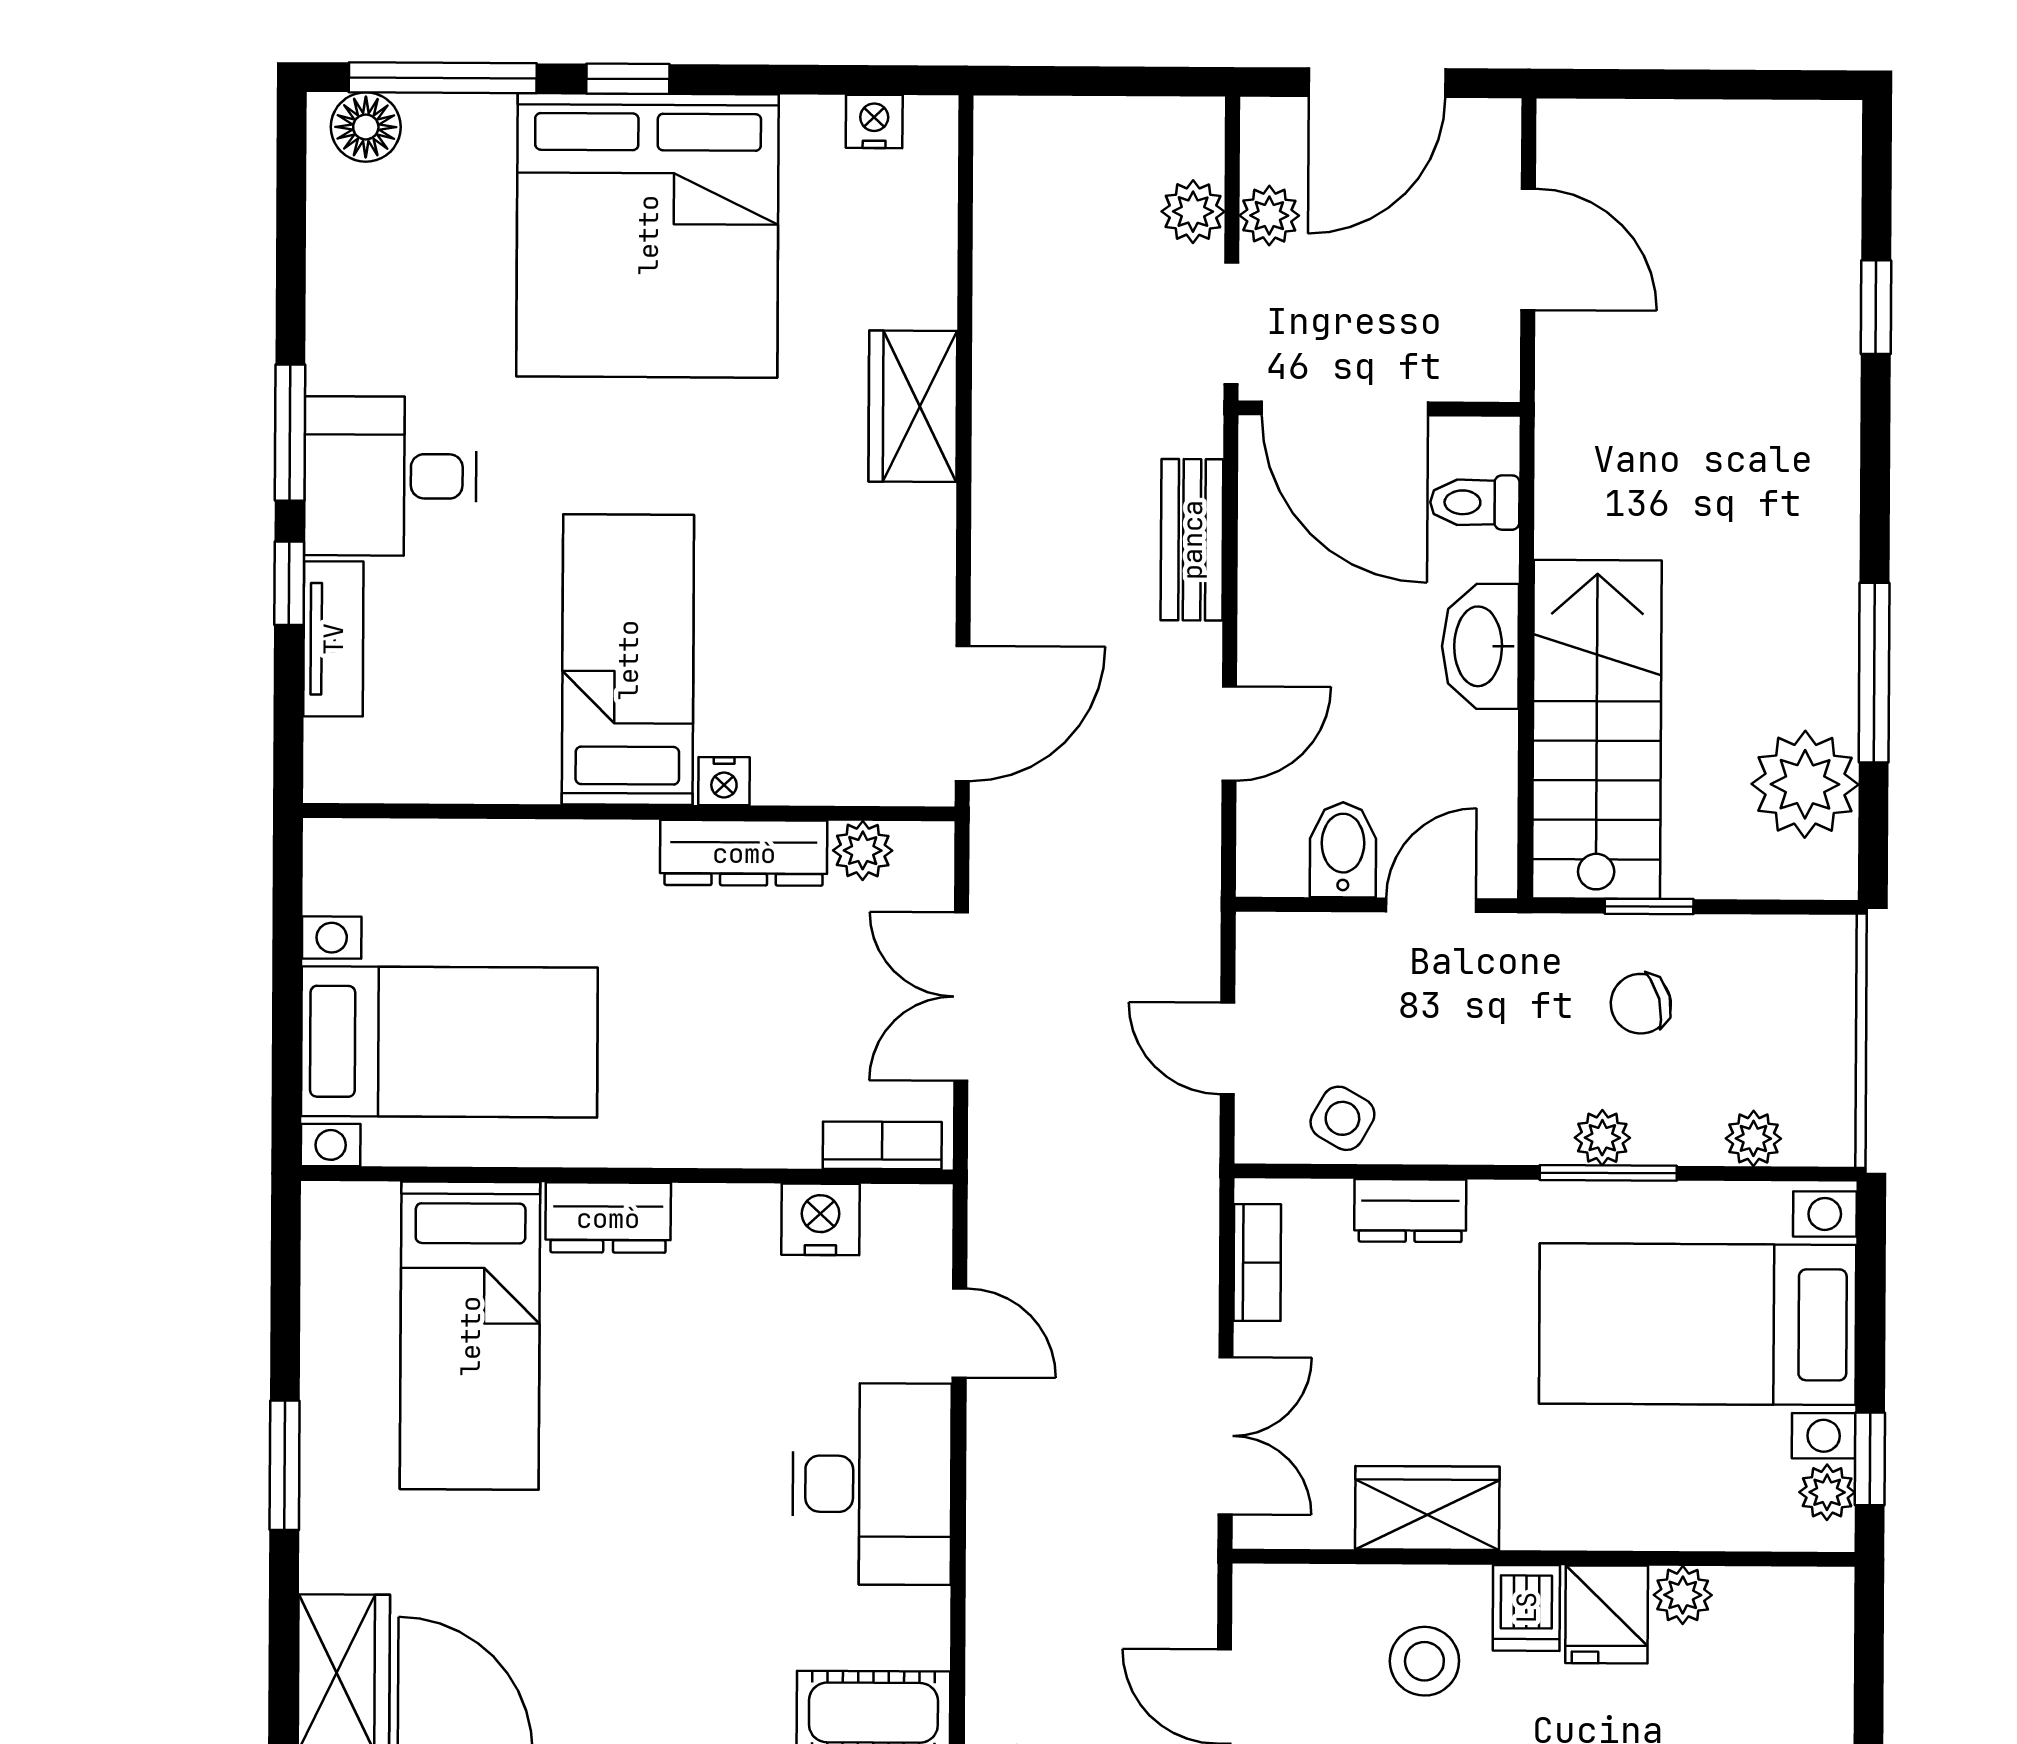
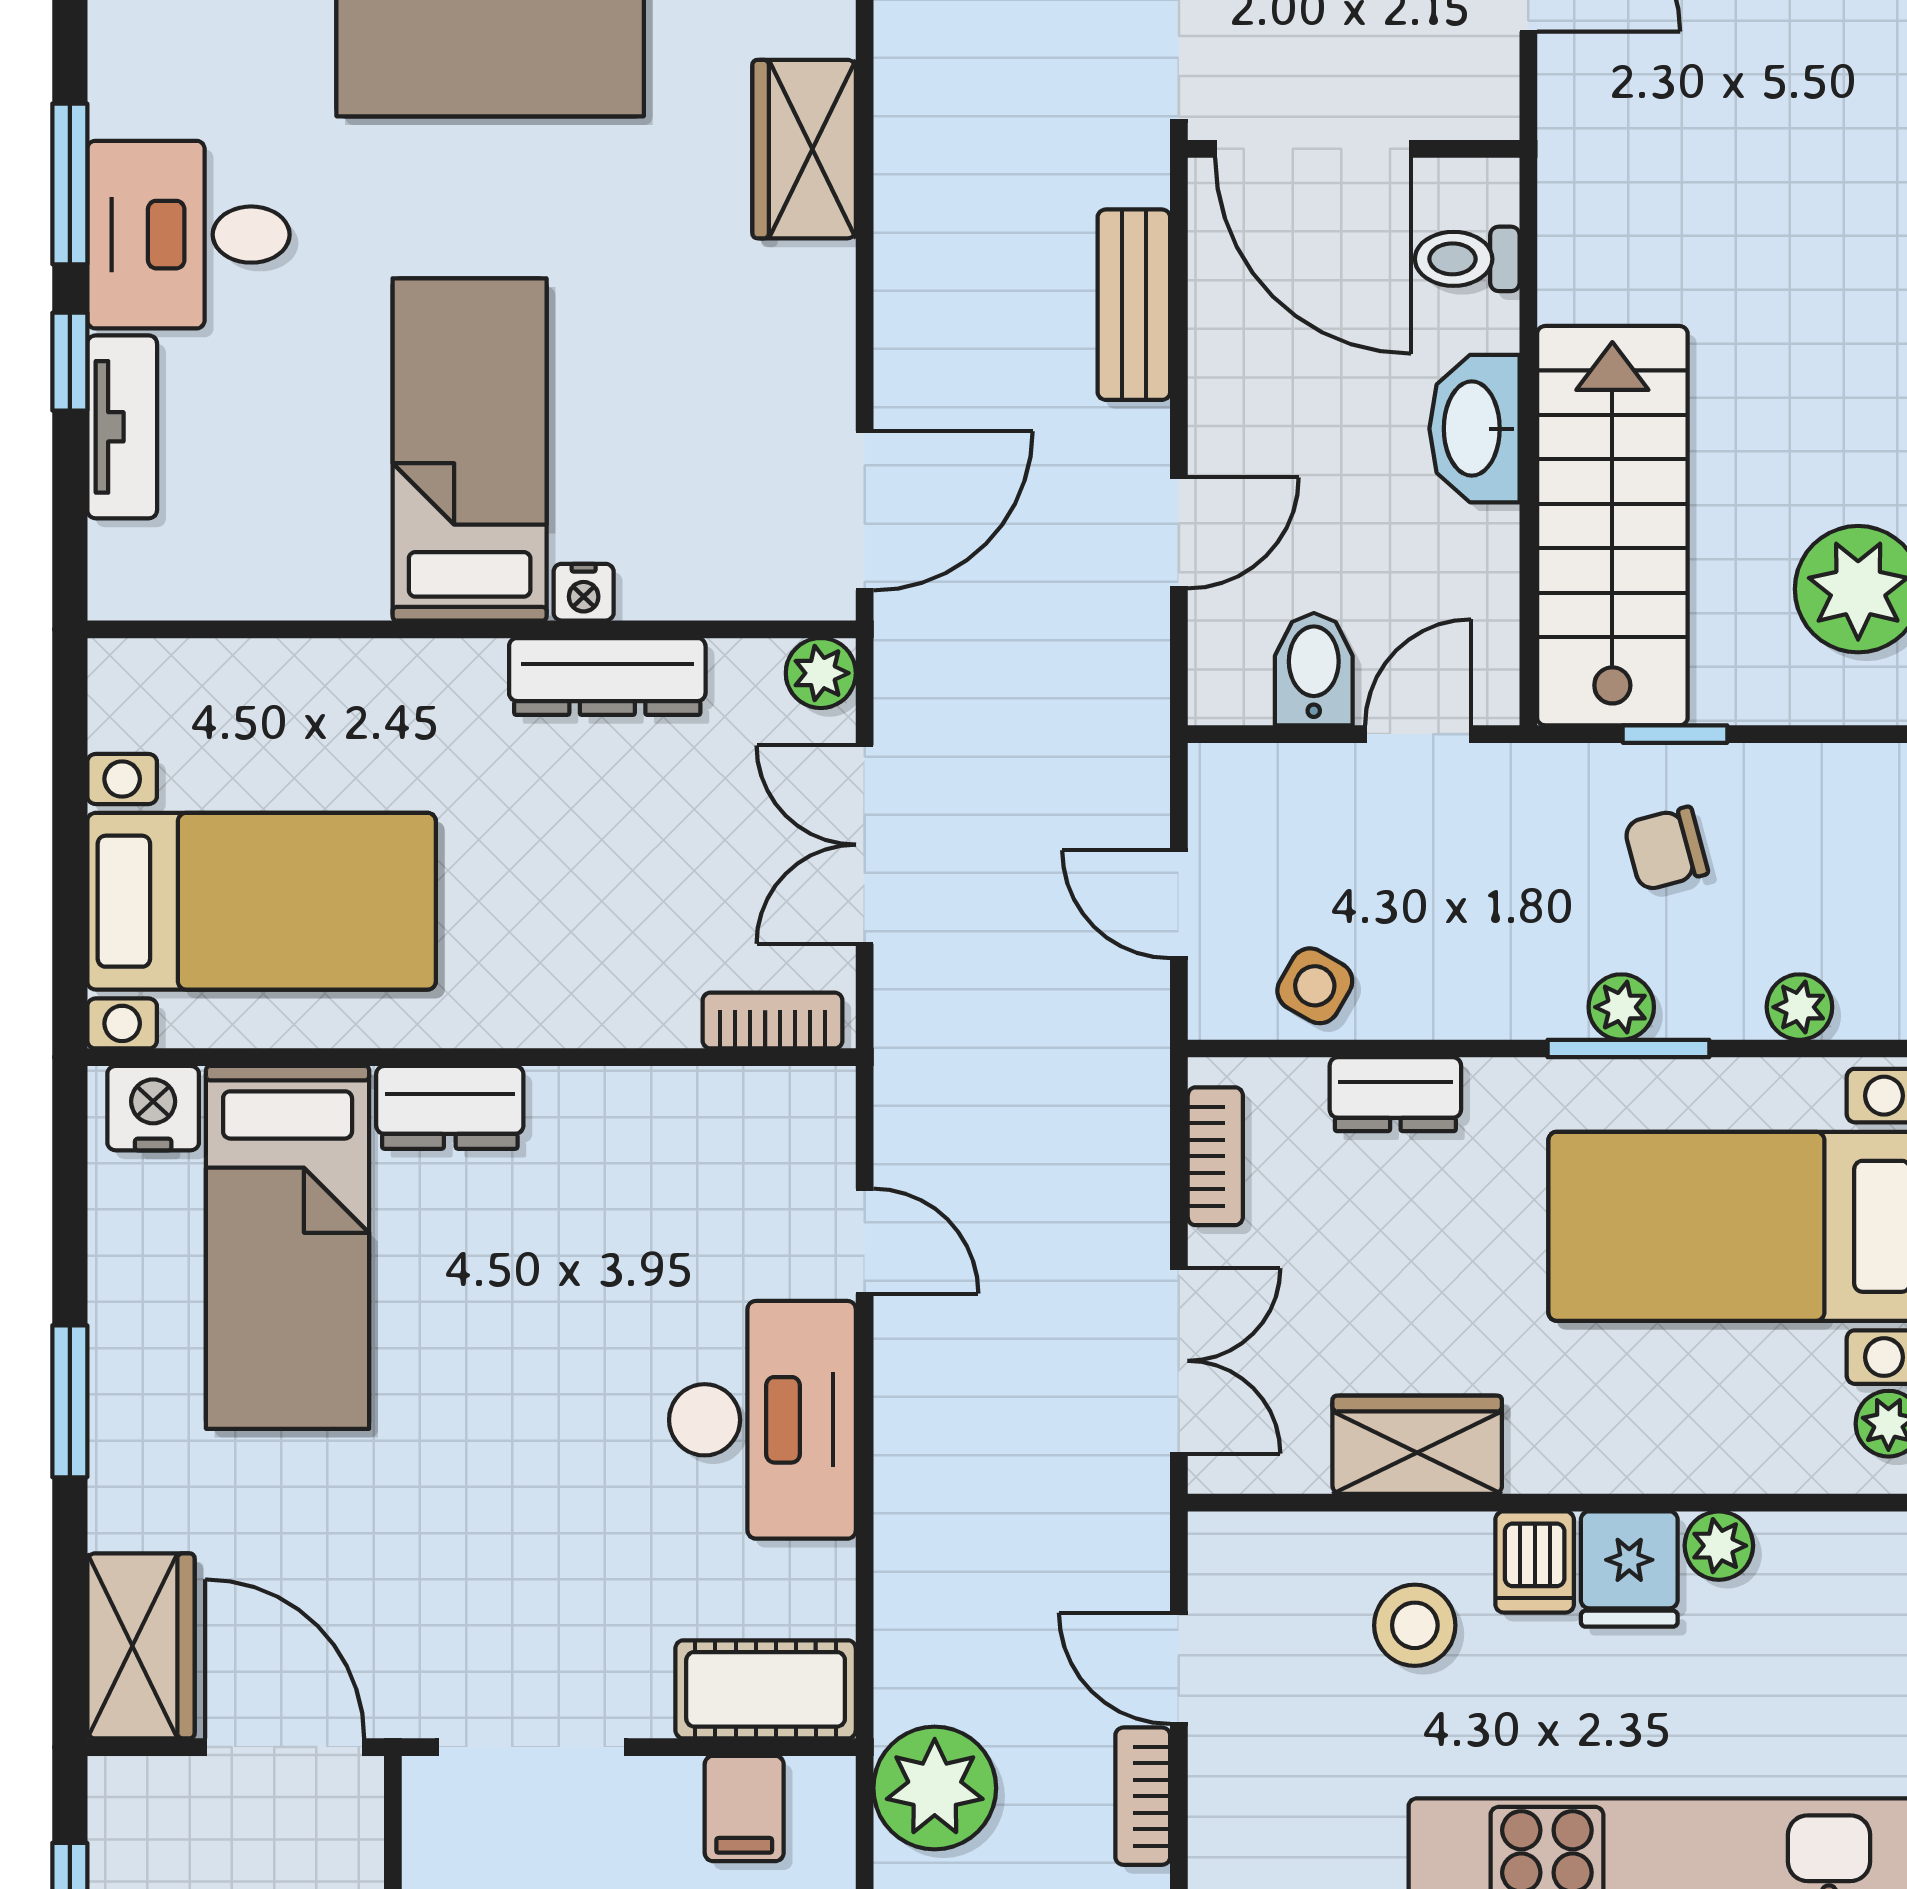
plant: (863, 850) -> (821, 673), moved
nightstand: (820, 1219) -> (153, 1108), moved

